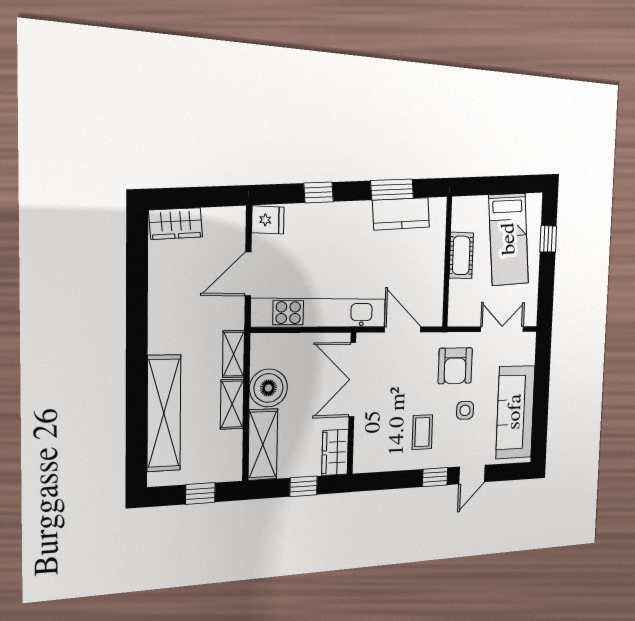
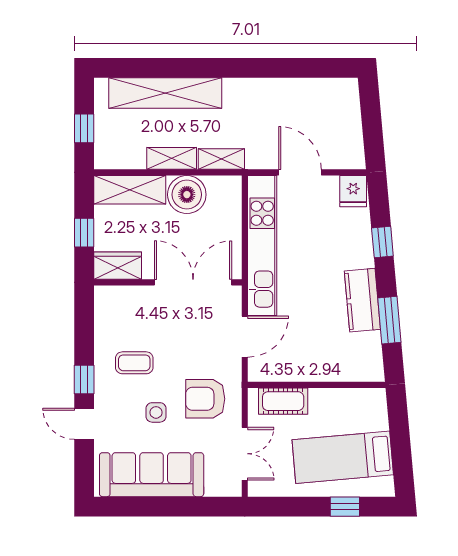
kitchen counter: (401, 214) -> (362, 300), moved
wardrobe: (176, 224) -> (346, 103), removed
cot: (461, 255) -> (283, 401), moved

